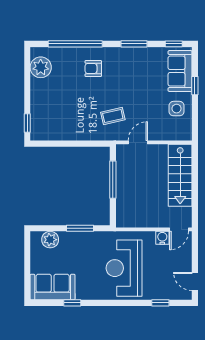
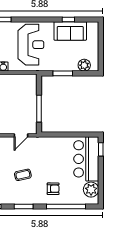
bar counter: (47, 110) -> (86, 159), added
coffee table: (113, 116) -> (23, 175), moved
sofa: (53, 287) -> (70, 31), moved

